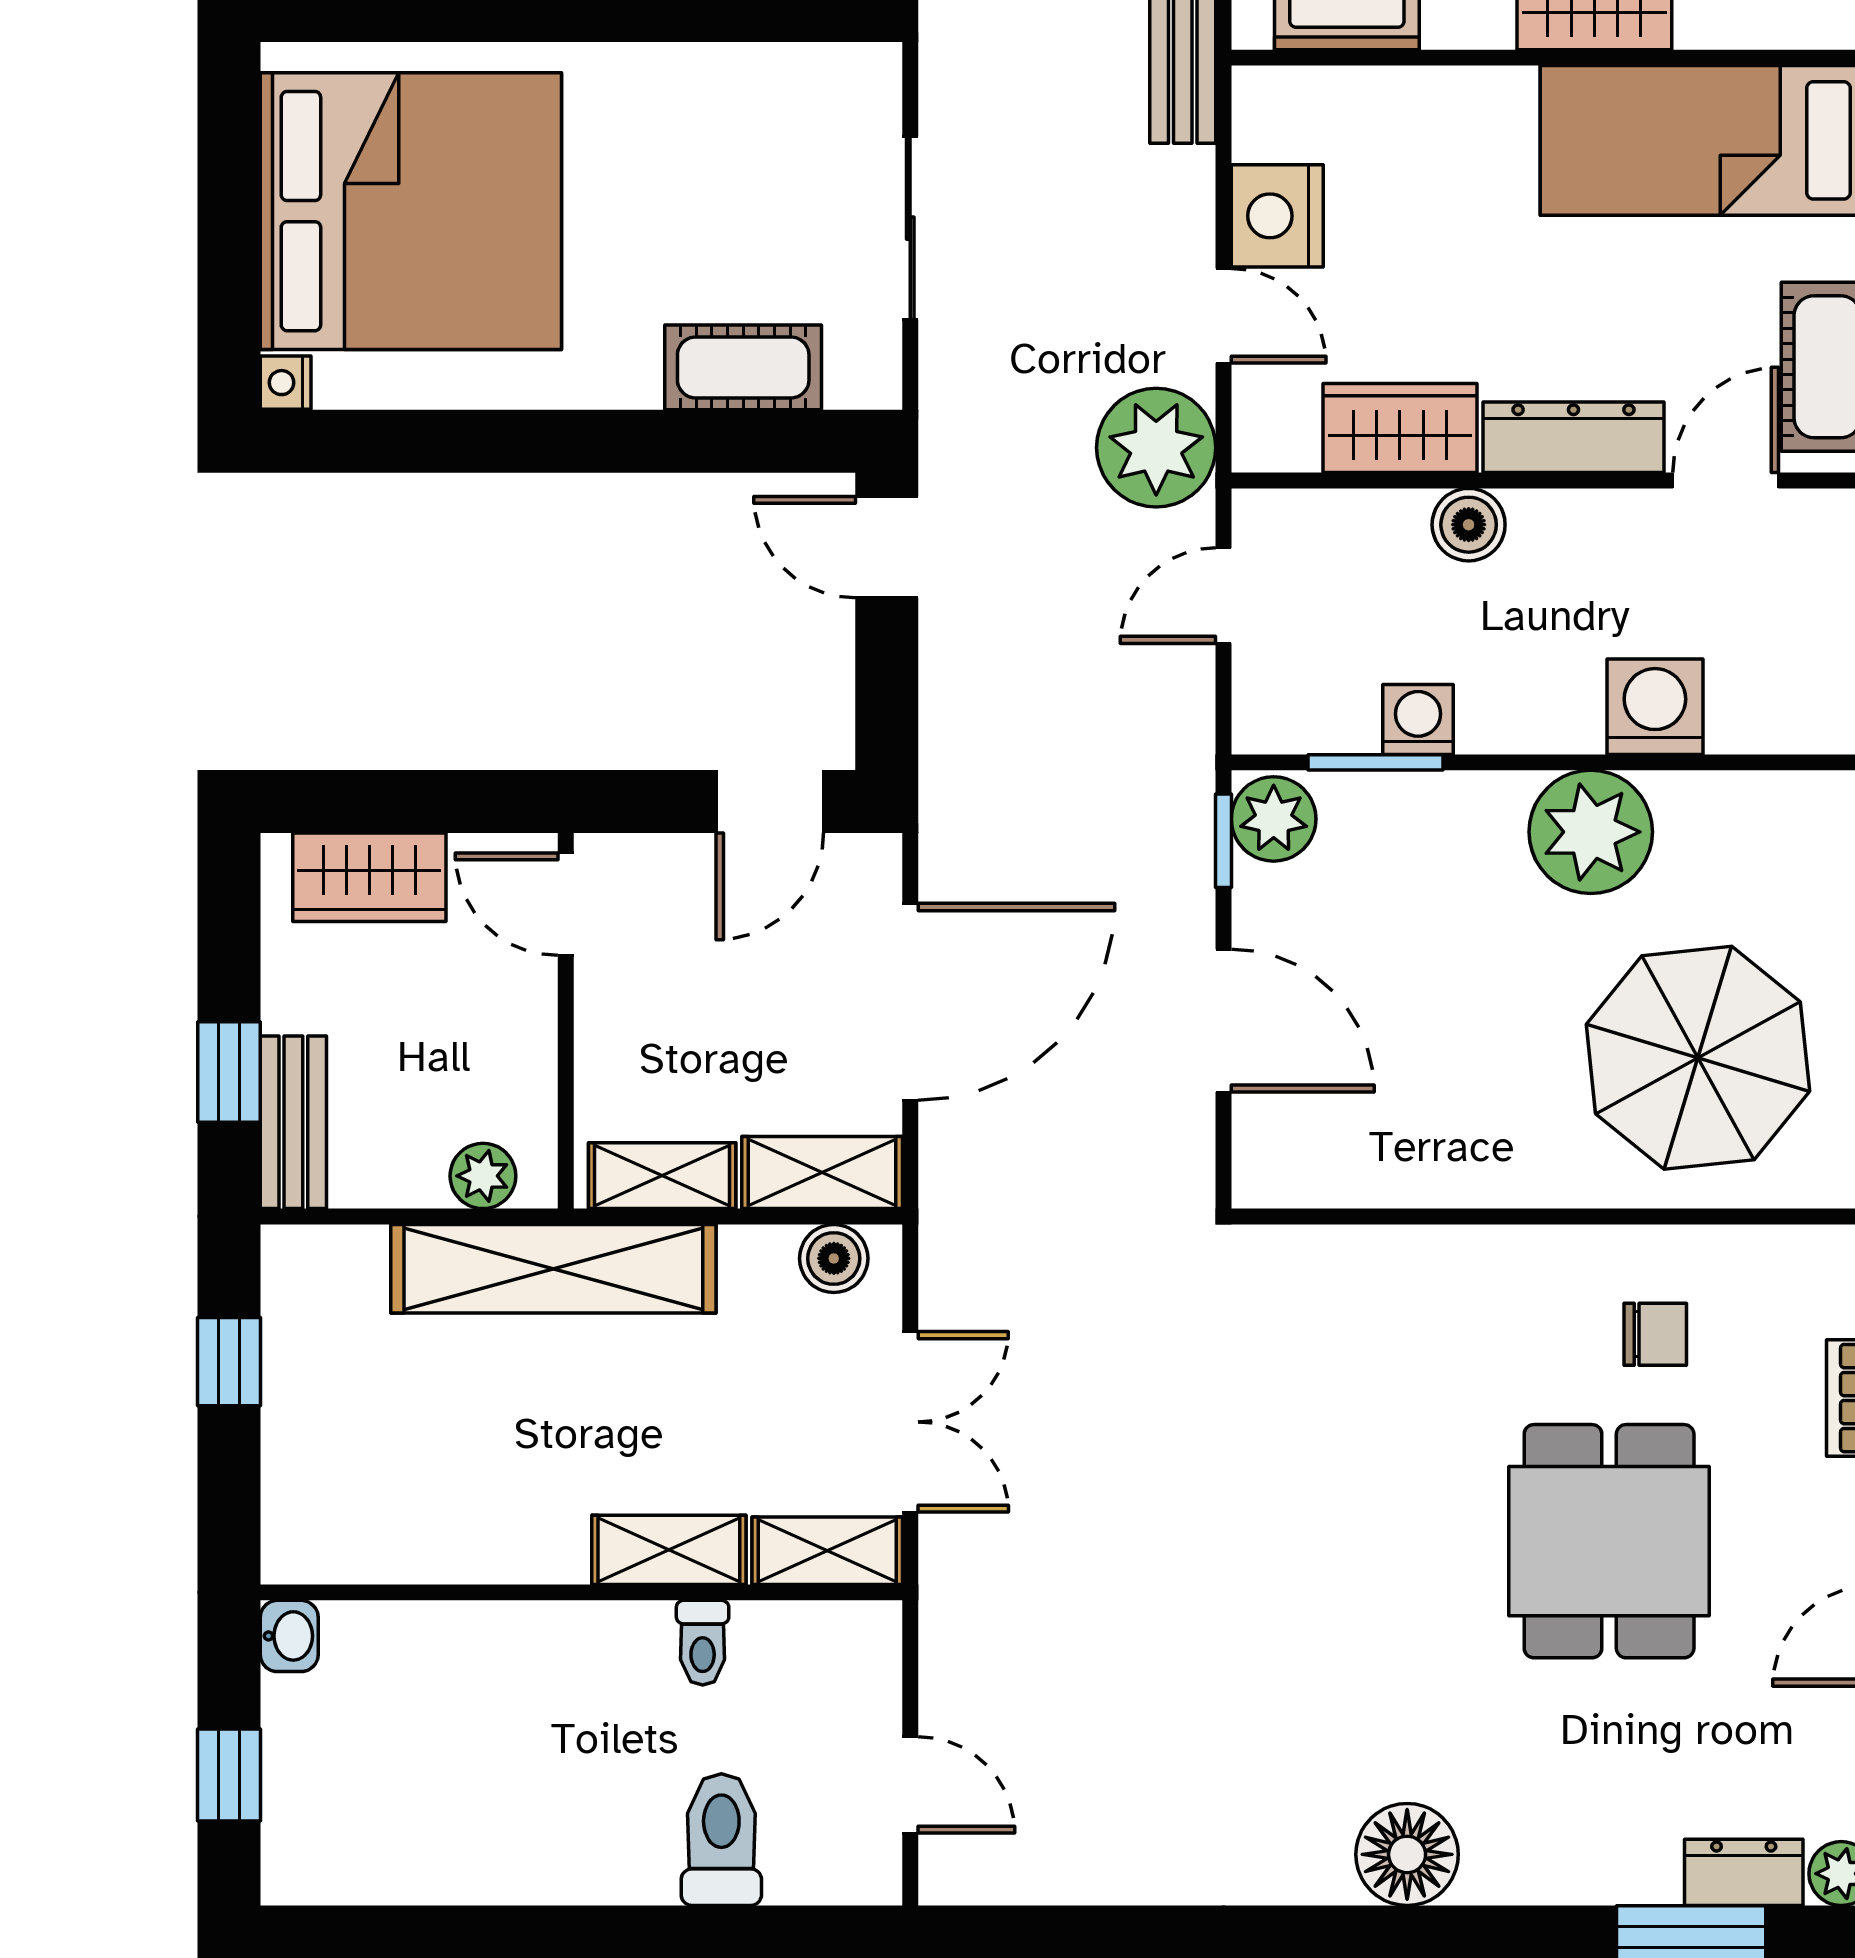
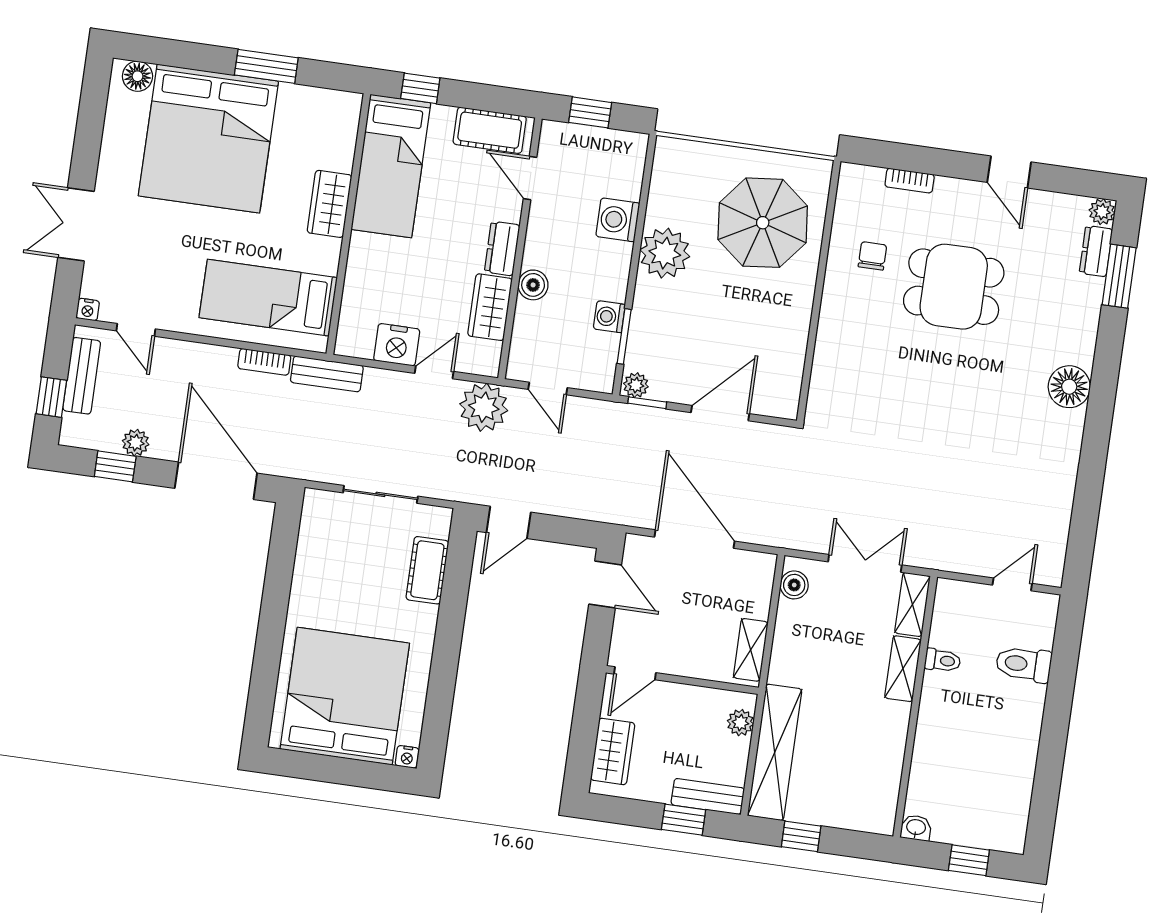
dresser: (1573, 437) -> (502, 248), width x0.70
plant: (1274, 819) -> (636, 385), width x0.73, depth x0.73
shelving: (822, 1173) -> (759, 585), removed
shelving: (553, 1269) -> (775, 752), moved

